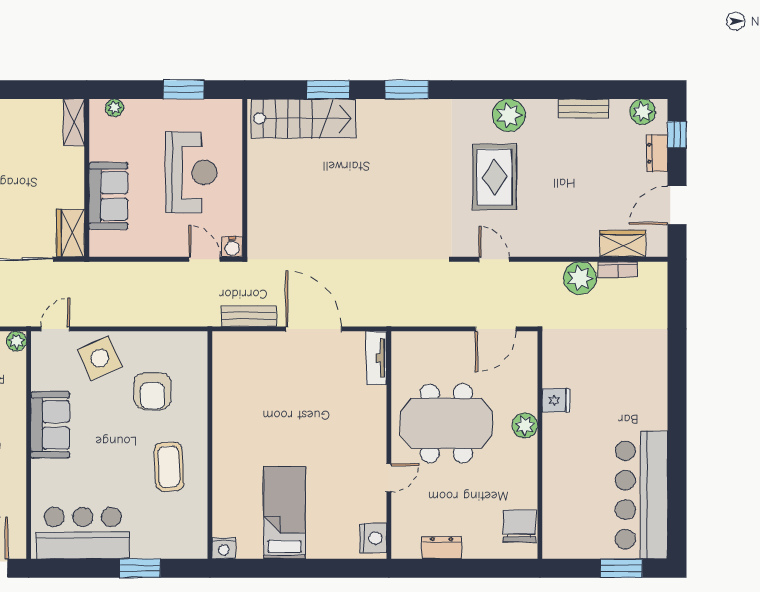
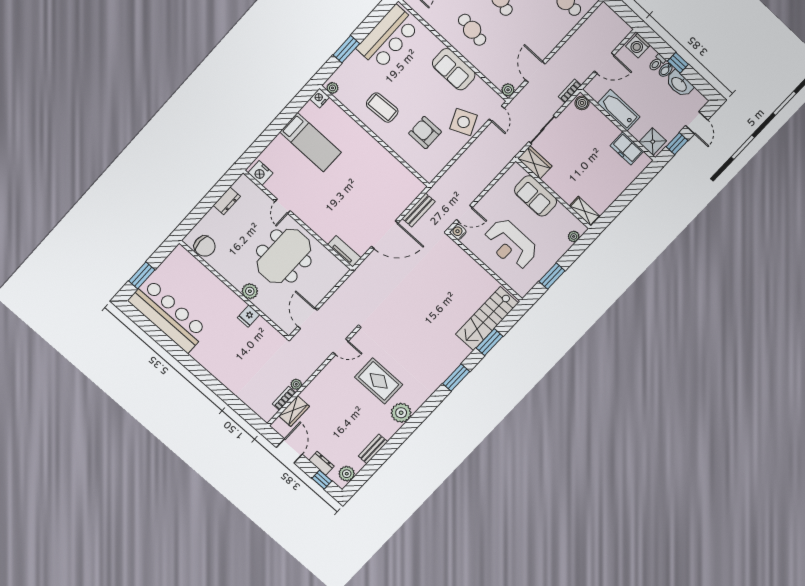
plant: (580, 278) -> (296, 384), width x0.53, depth x0.53
plant: (199, 544) -> (332, 88), added

